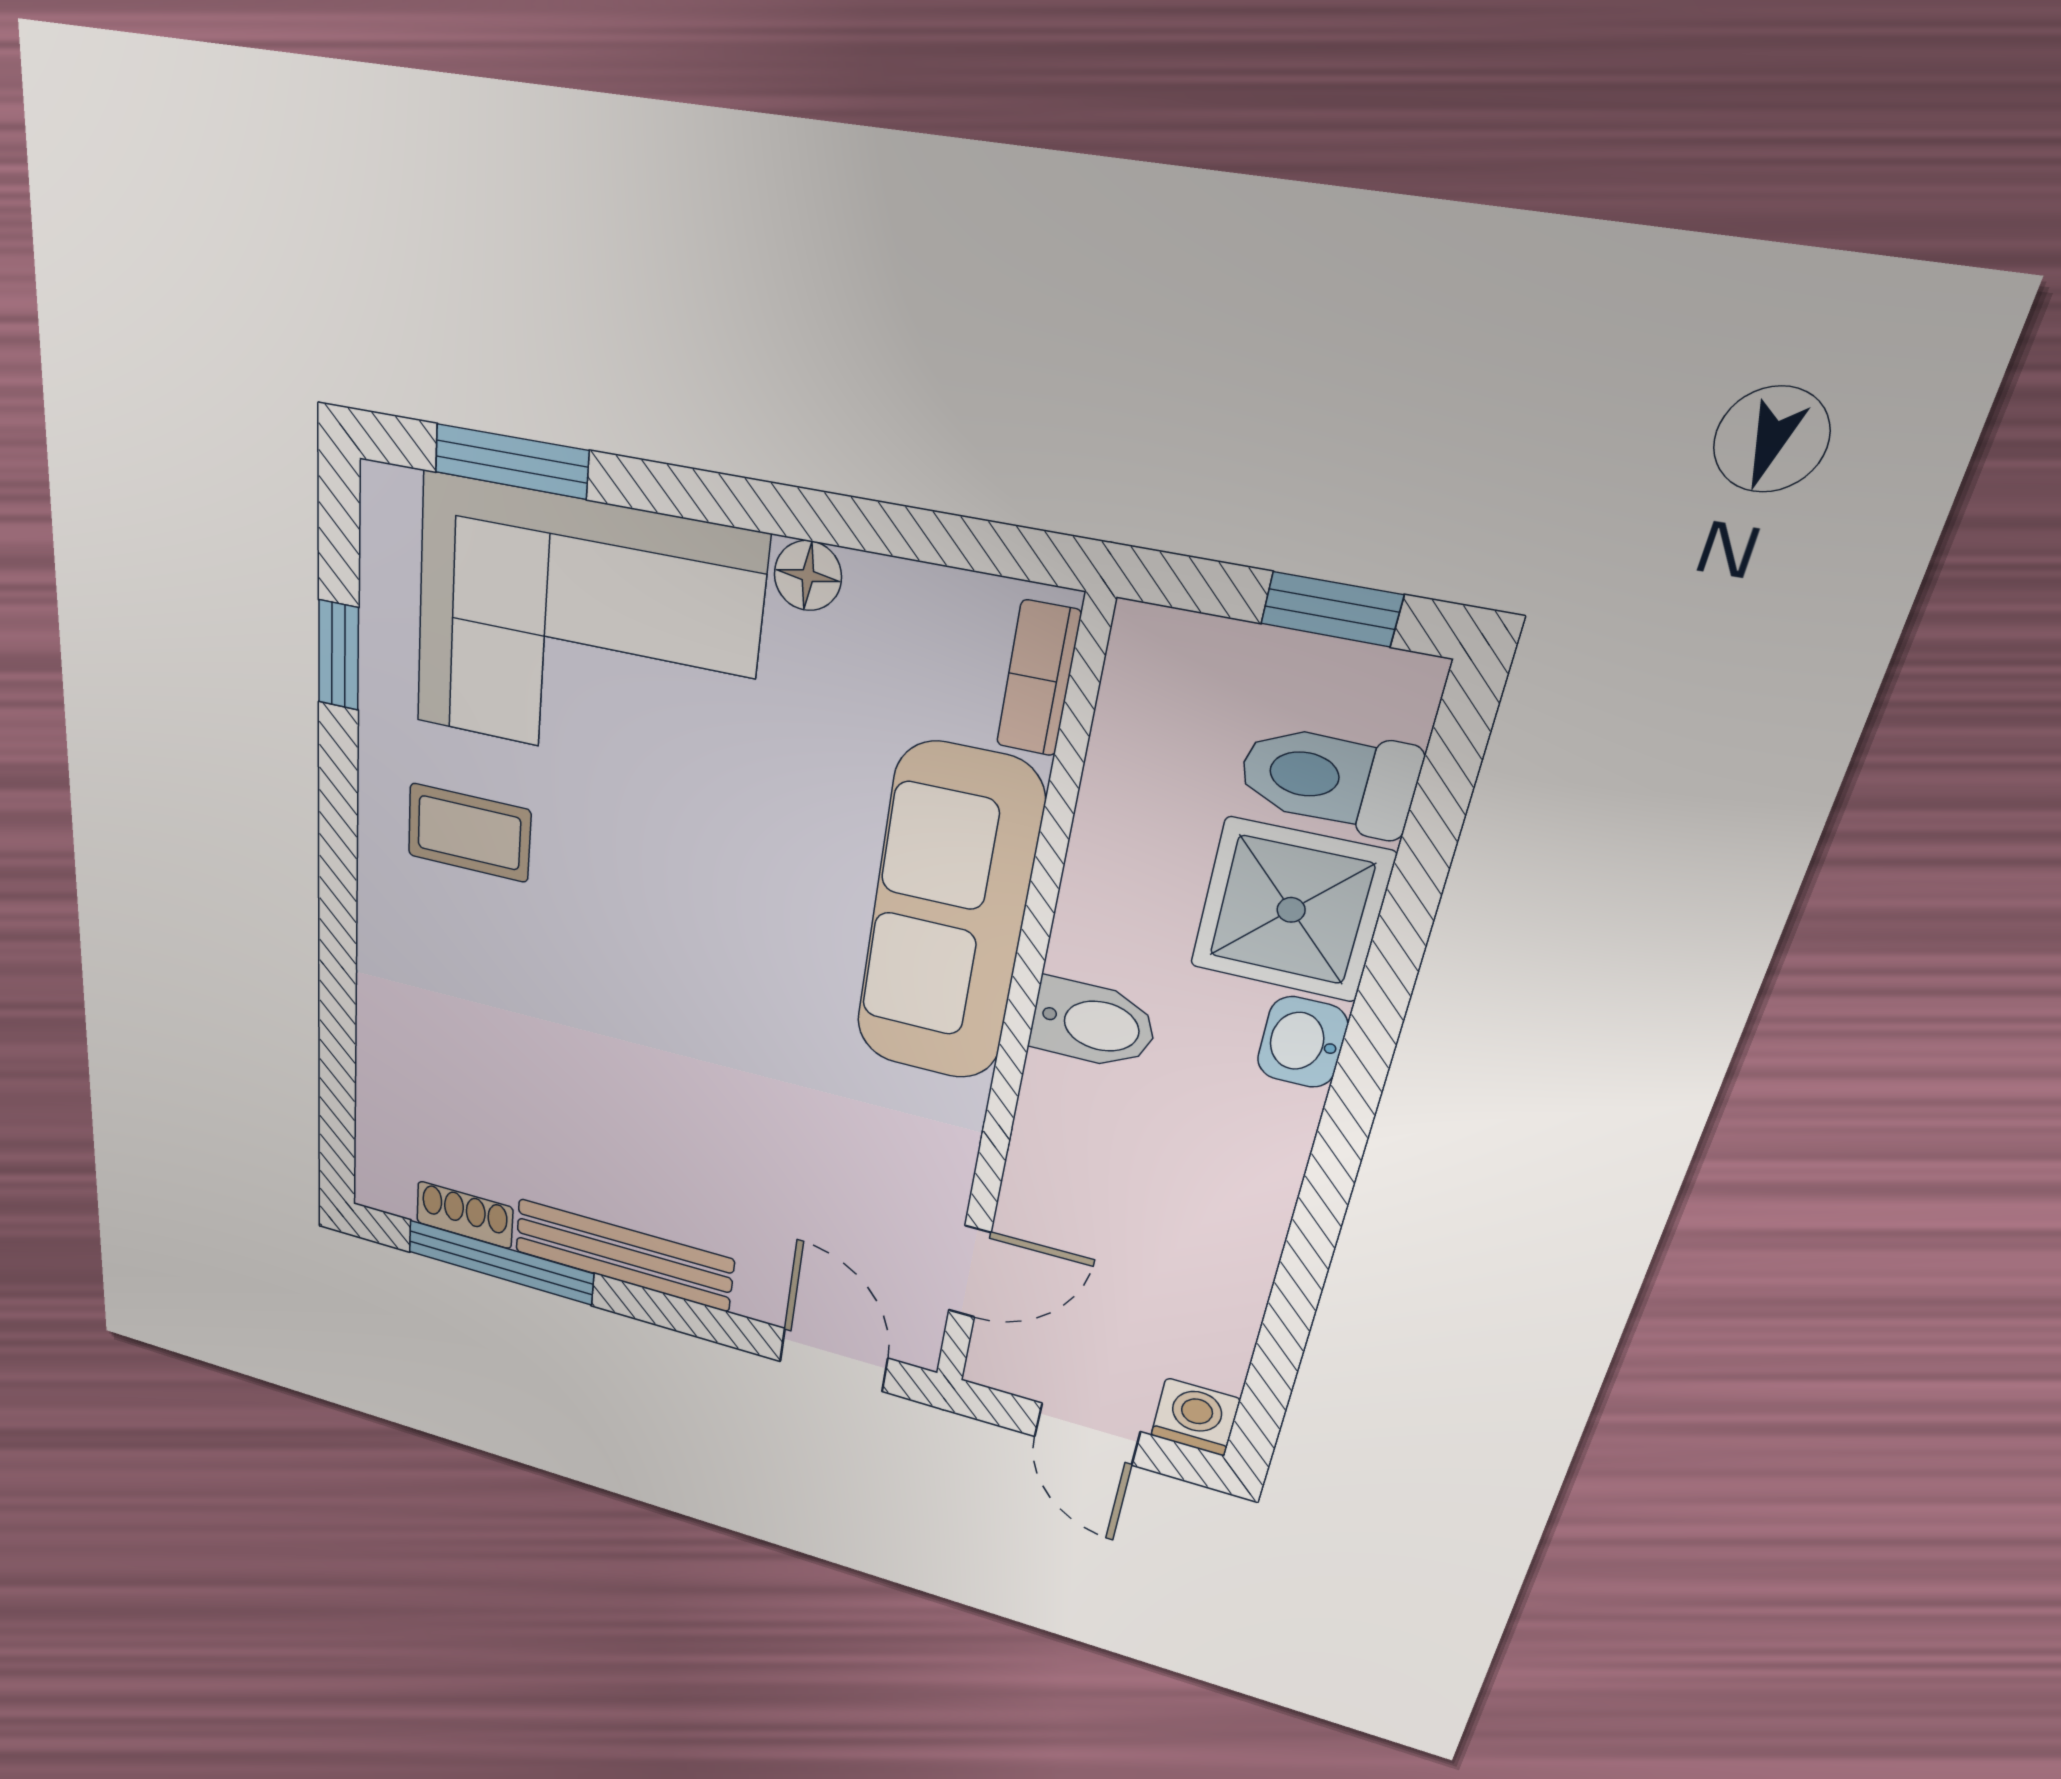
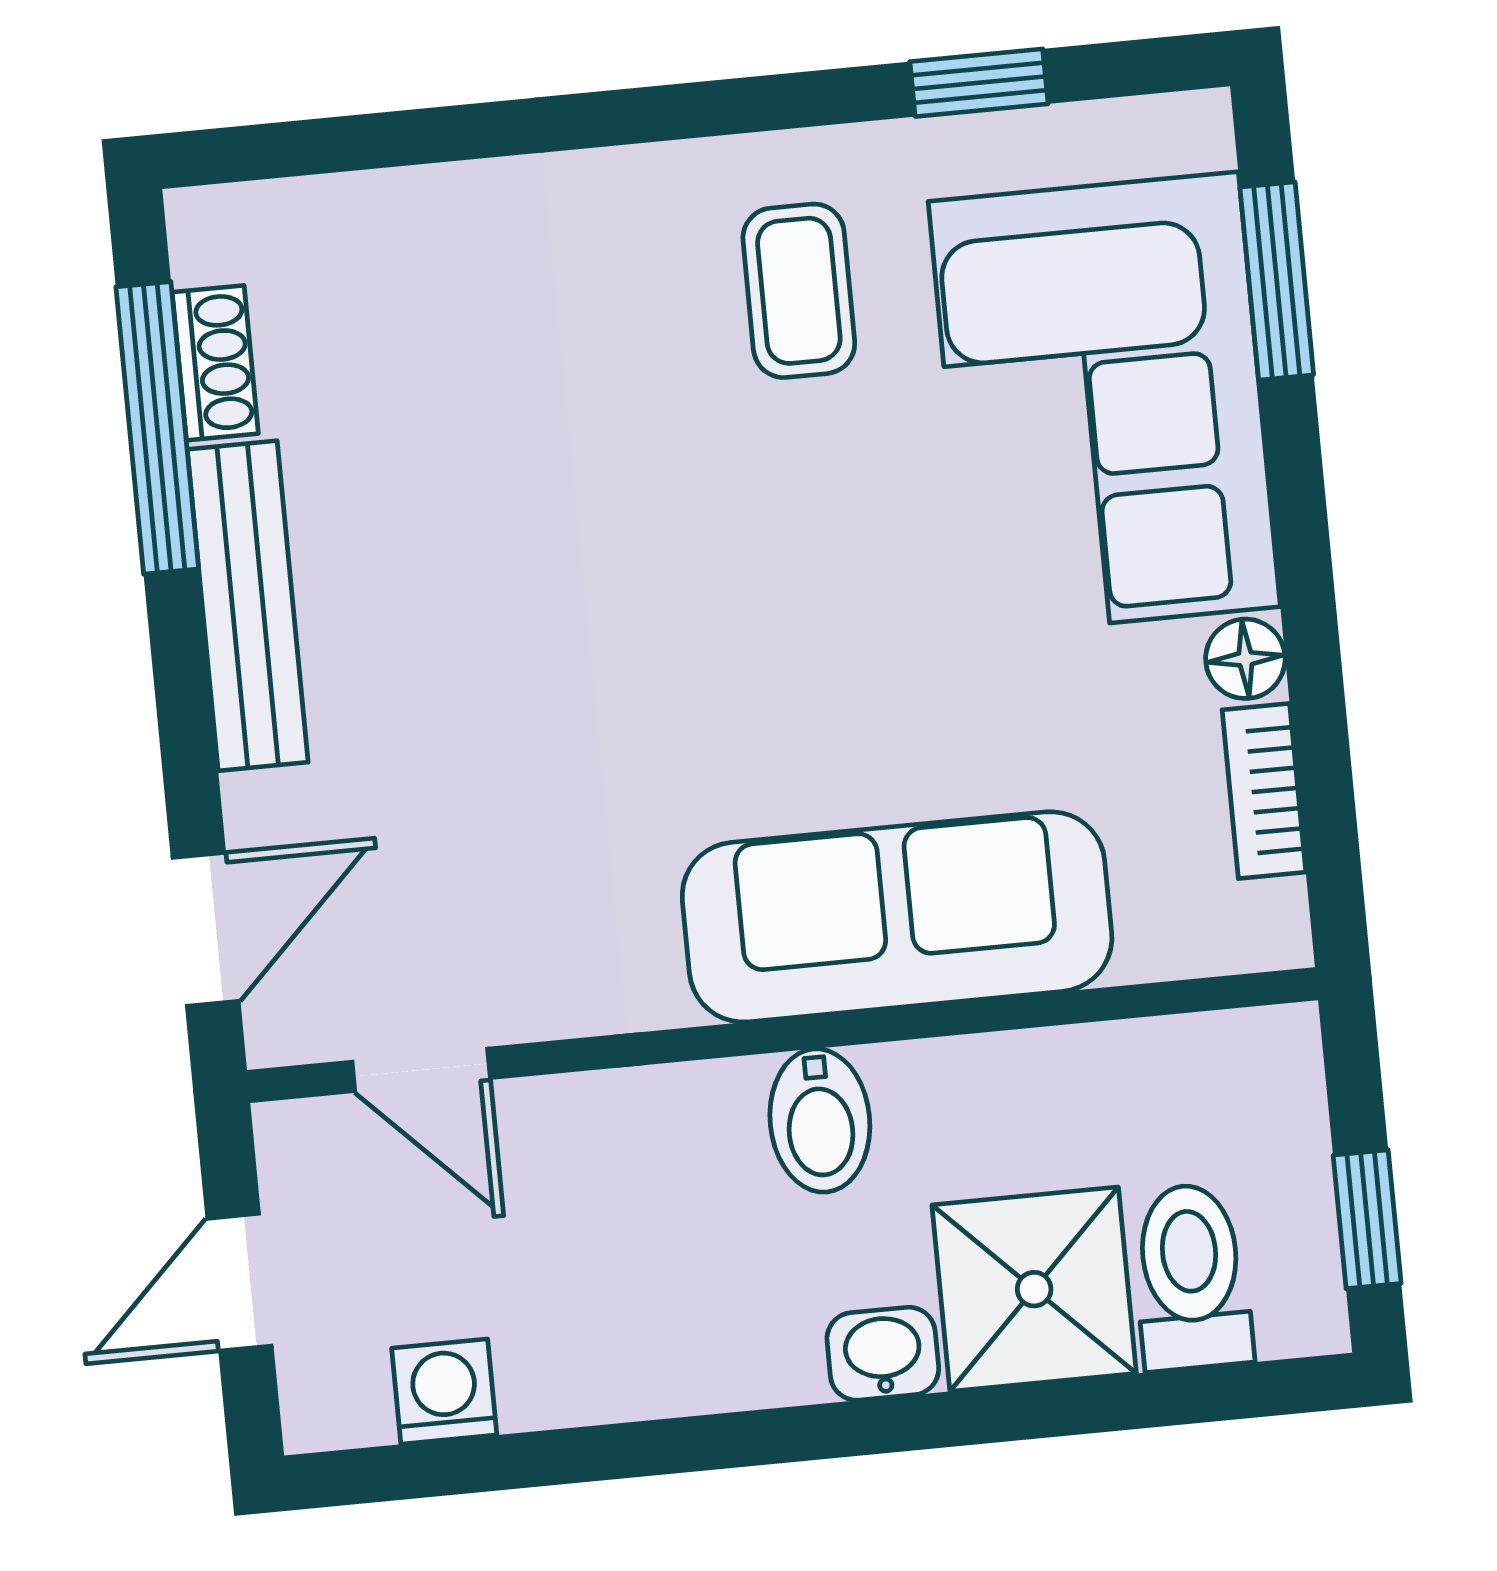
bookcase: (1039, 679) -> (1264, 791), moved, turned -90
washing machine: (1195, 1417) -> (444, 1392), moved, turned -90

